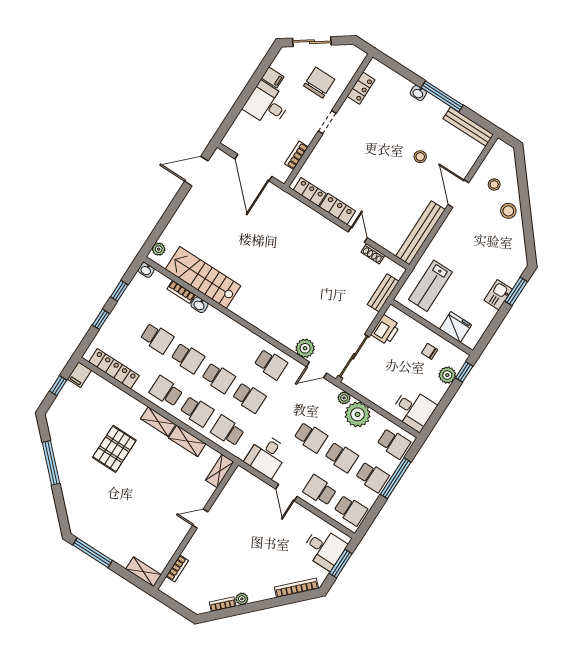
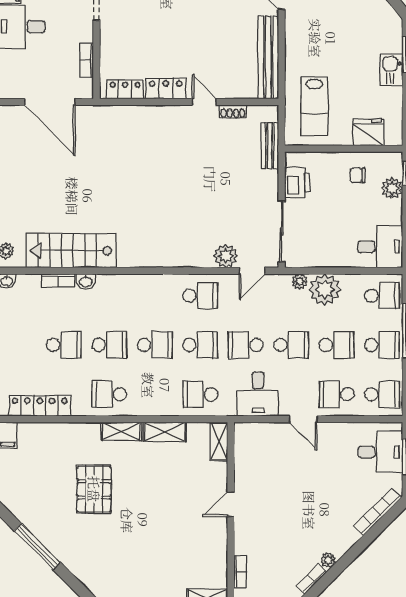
school desk: (197, 411) -> (246, 345), moved, turned 180

